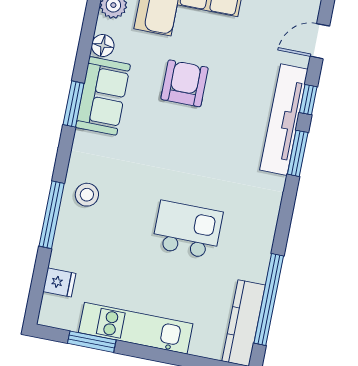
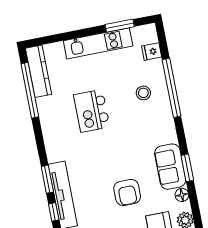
window: (74, 104) -> (187, 168), moved
stool: (87, 195) -> (143, 93), moved
window: (52, 215) -> (172, 88), width x1.46
kitchen island: (187, 230) -> (92, 111), turned 90

